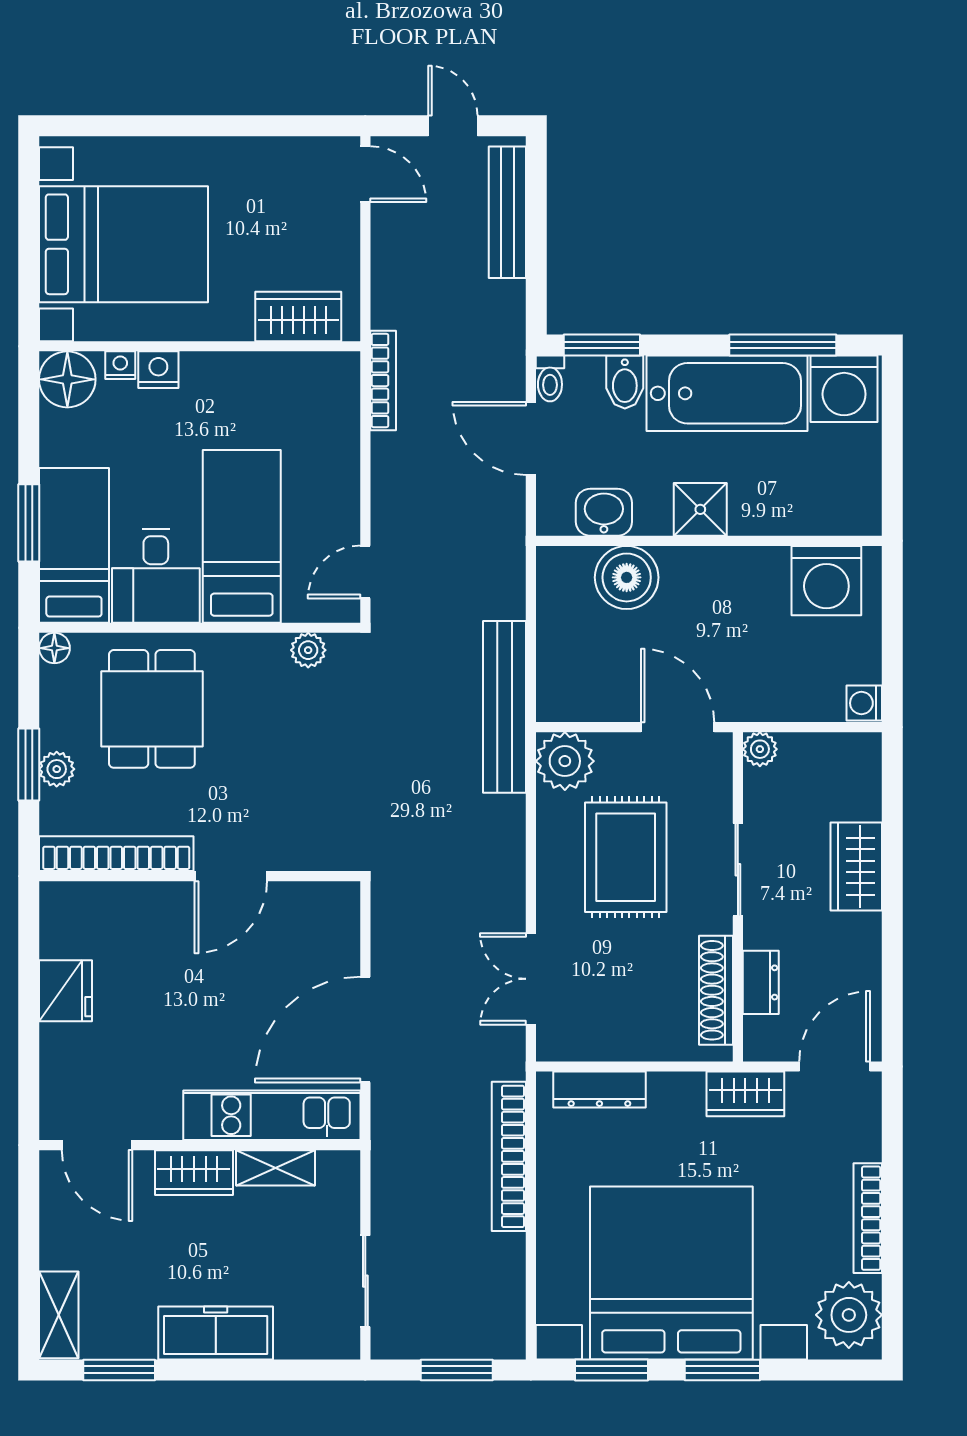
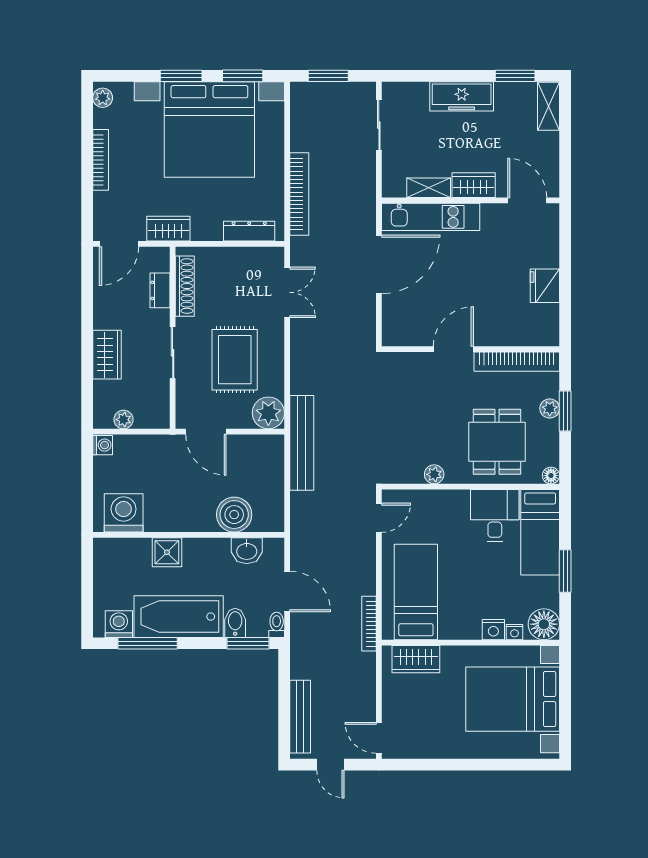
washing machine: (844, 389) -> (119, 624), width x0.73, depth x0.73
shower: (700, 509) -> (167, 552), moved
window: (29, 523) -> (565, 571), moved
bed: (242, 536) -> (416, 592), moved, turned 180
plant: (308, 650) -> (434, 474), moved
plant: (760, 749) -> (124, 420), moved
plant: (849, 1315) -> (103, 98), width x0.53, depth x0.53

